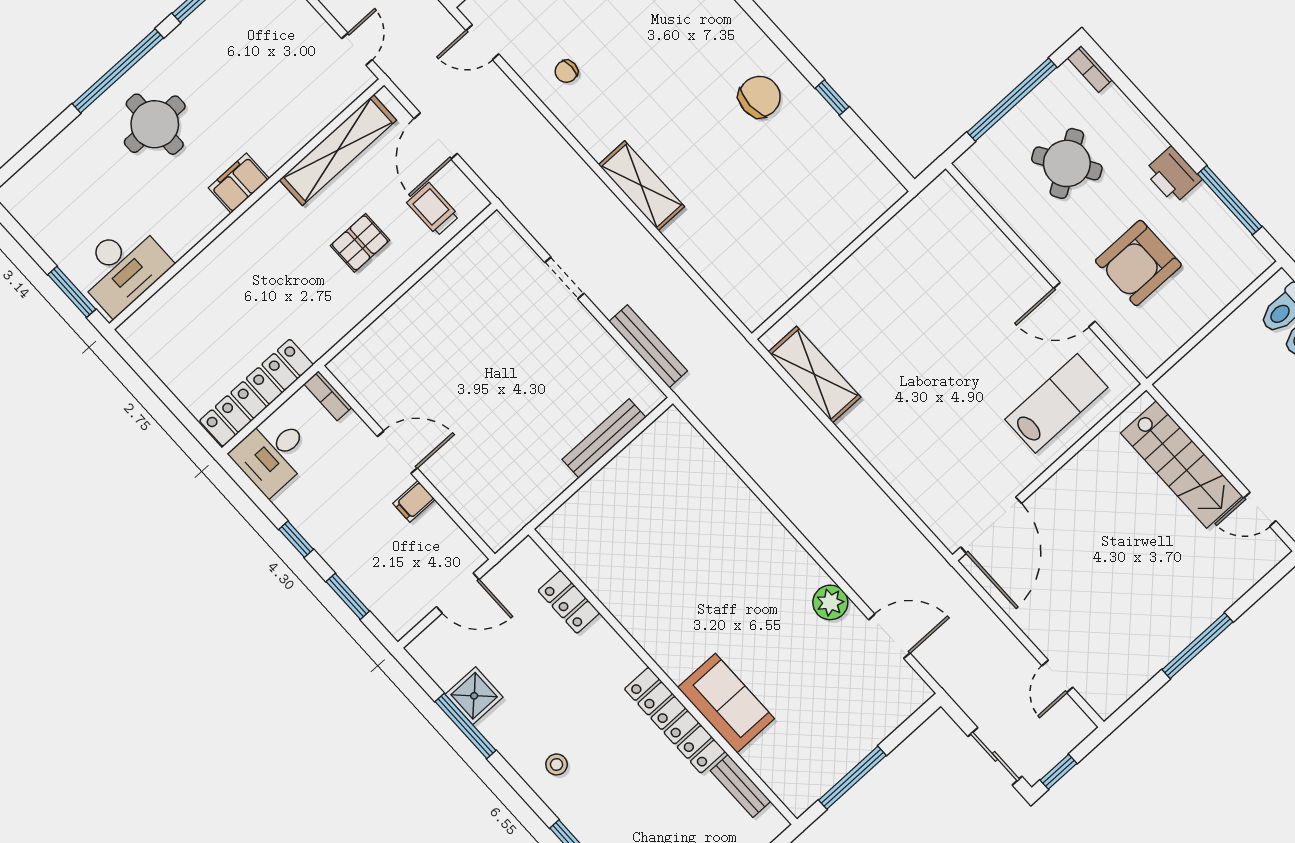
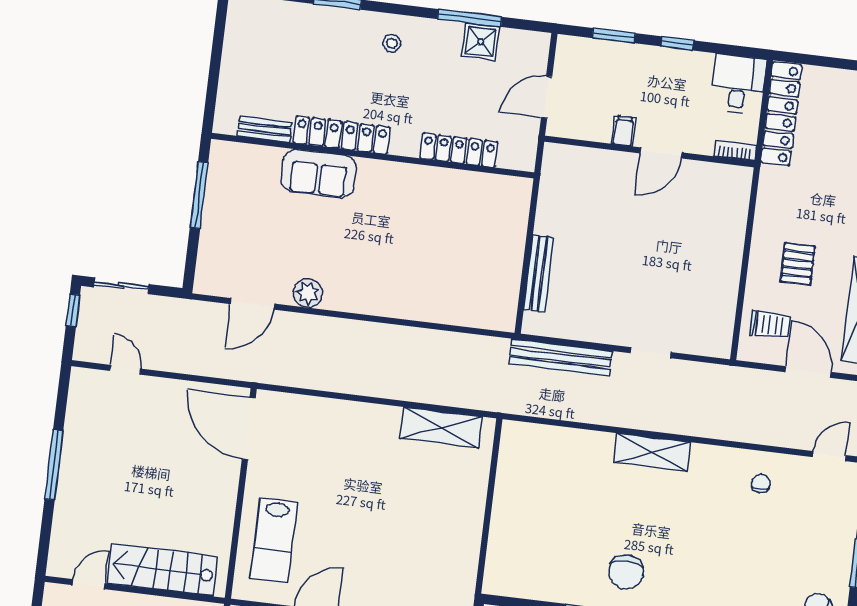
bench: (648, 346) -> (561, 357), width x1.37, depth x1.21
locker: (569, 602) -> (459, 150), width x1.53

